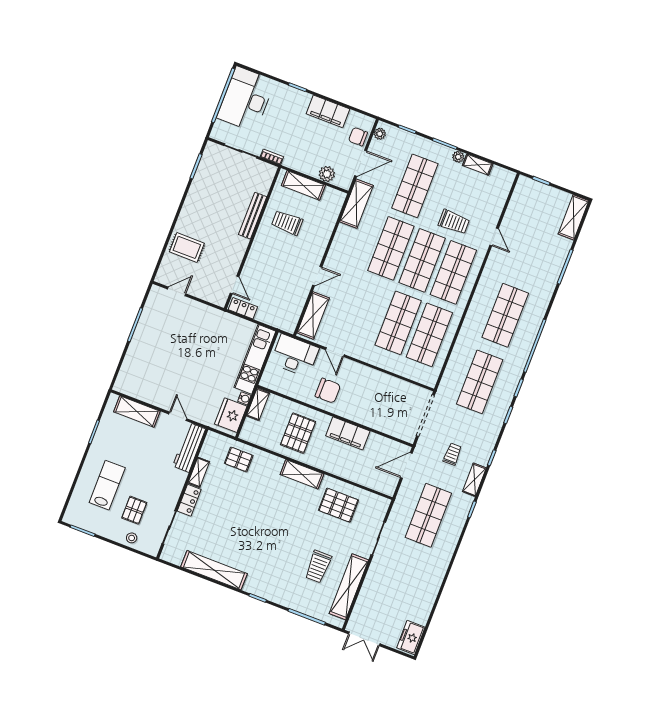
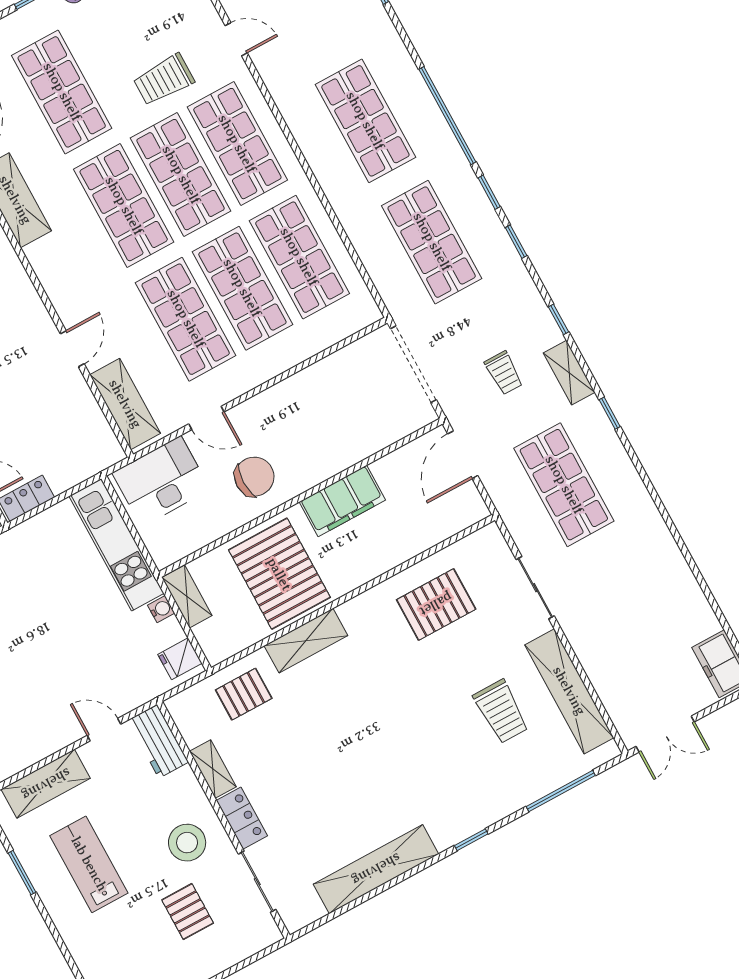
trolley: (454, 222) -> (164, 80), turned 180
shop shelf: (367, 311) -> (186, 319), added
fridge: (231, 415) -> (180, 659), width x0.53, depth x0.75
pallet: (298, 433) -> (279, 574), width x1.37, depth x1.41
workbench: (189, 448) -> (158, 741), width x0.73
trolley: (452, 454) -> (504, 373), turned 180
shelving: (302, 474) -> (306, 641), moved
lab bench: (107, 485) -> (89, 864), moved
stool: (132, 538) -> (187, 843), moved, width x1.89, depth x1.89

